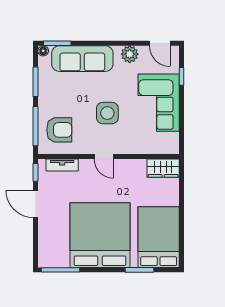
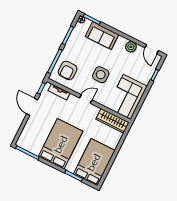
sofa: (82, 59) -> (102, 35), width x0.73
corner sofa: (159, 103) -> (127, 97), moved
armchair: (59, 130) -> (68, 70), turned 90
door: (104, 157) -> (86, 99), swing flipped
wardrobe: (163, 168) -> (112, 121), width x1.50
bed: (100, 235) -> (61, 144), width x0.73

